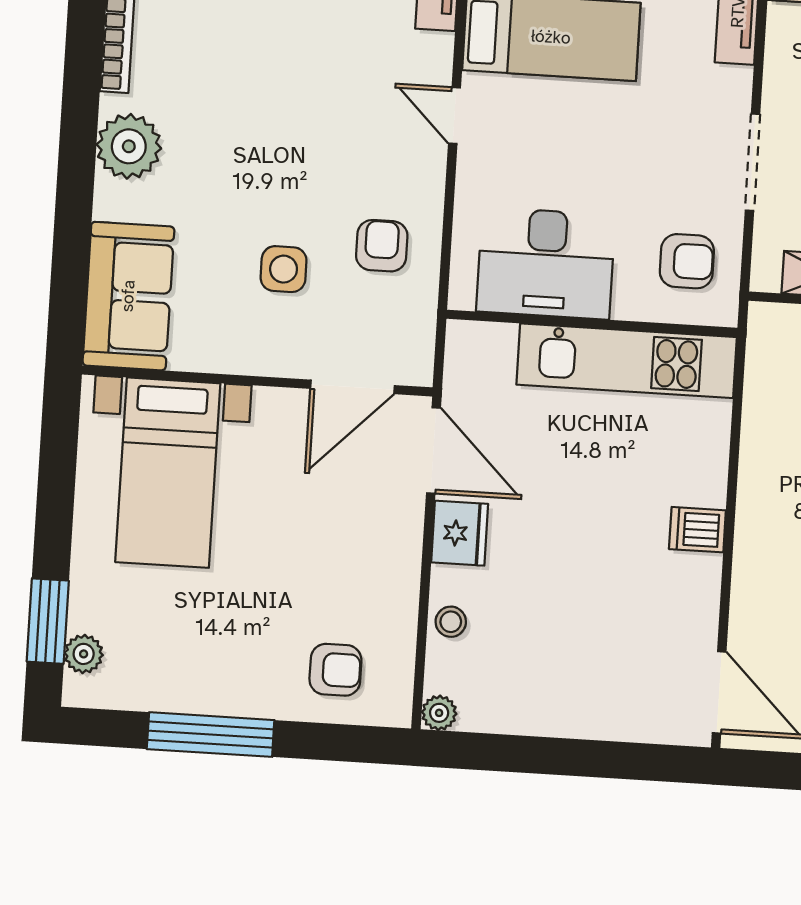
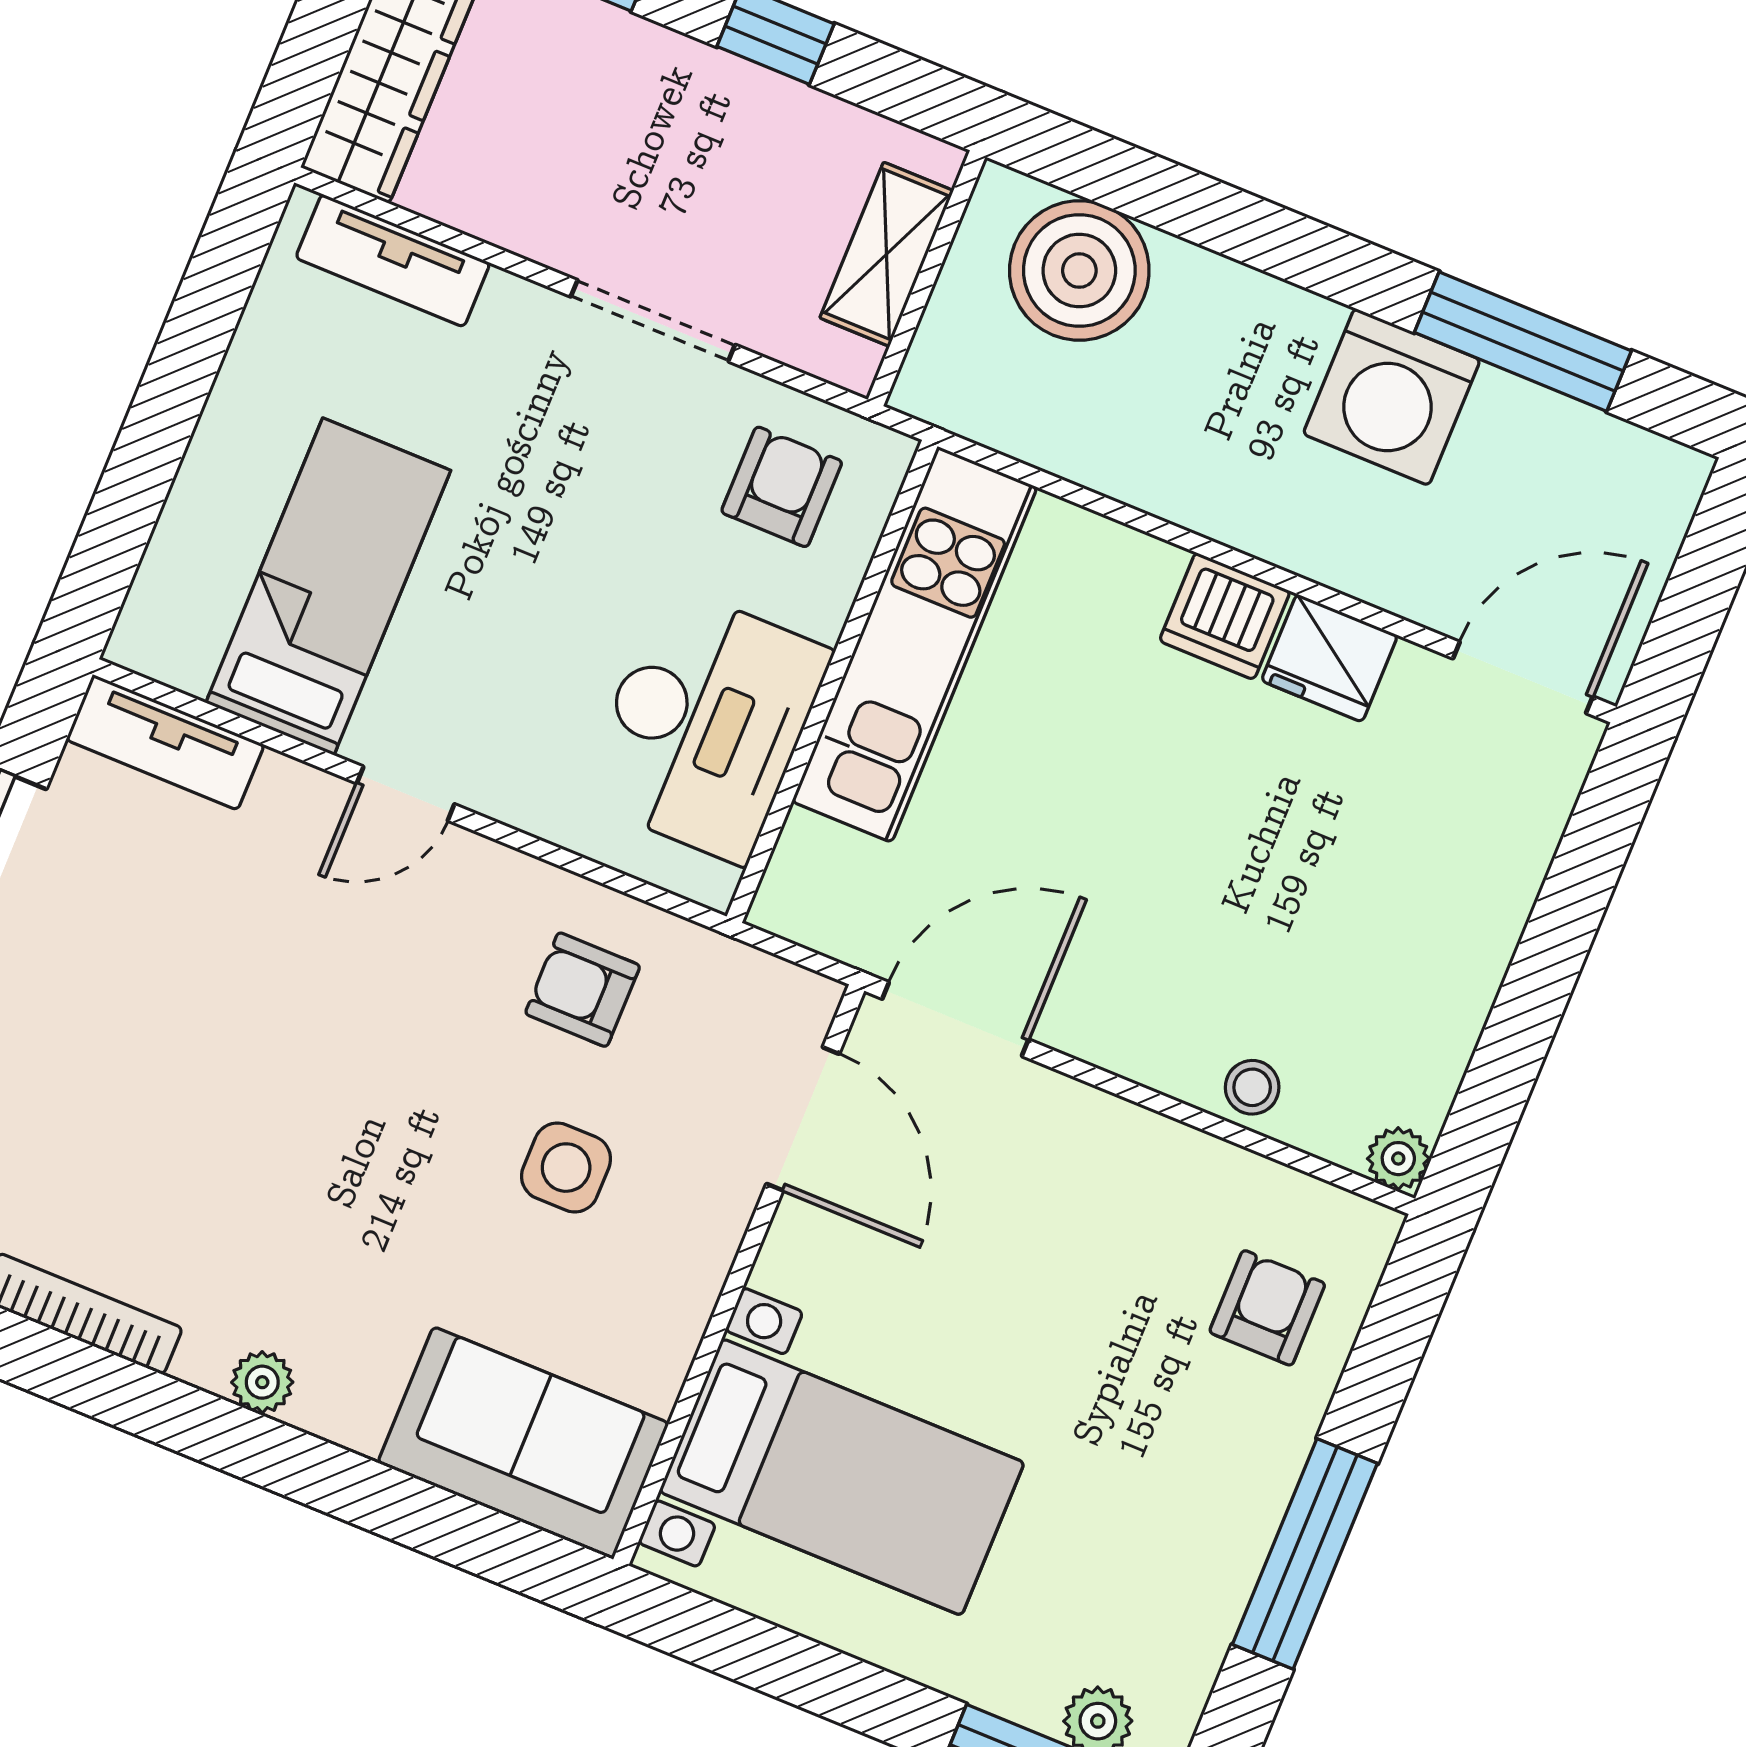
plant: (129, 146) -> (262, 1382), width x0.53, depth x0.53
dishwasher: (697, 530) -> (1225, 616), width x1.38
fridge: (460, 533) -> (1329, 658), moved, turned 180

